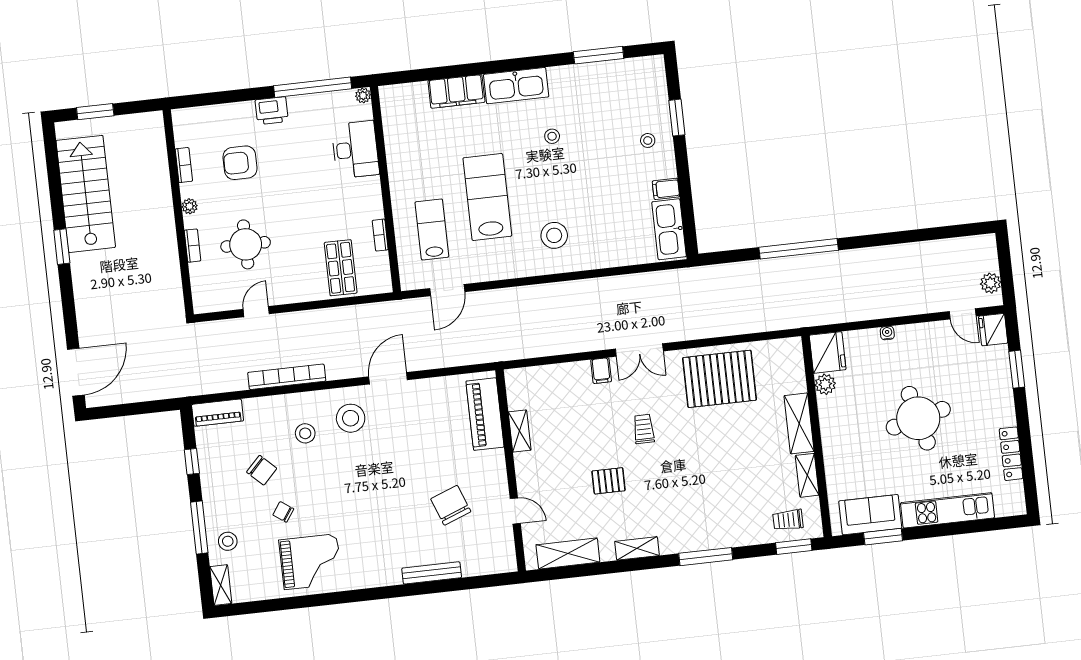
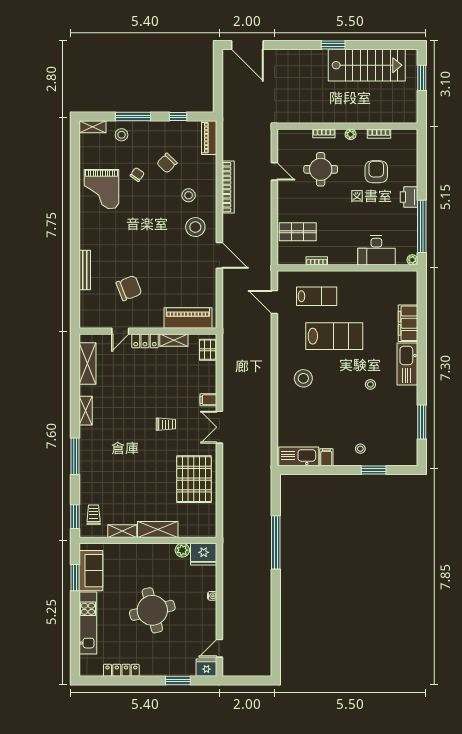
plant: (991, 283) -> (238, 669), removed
locker: (525, 473) -> (145, 341), added
pallet: (609, 481) -> (208, 350), moved

